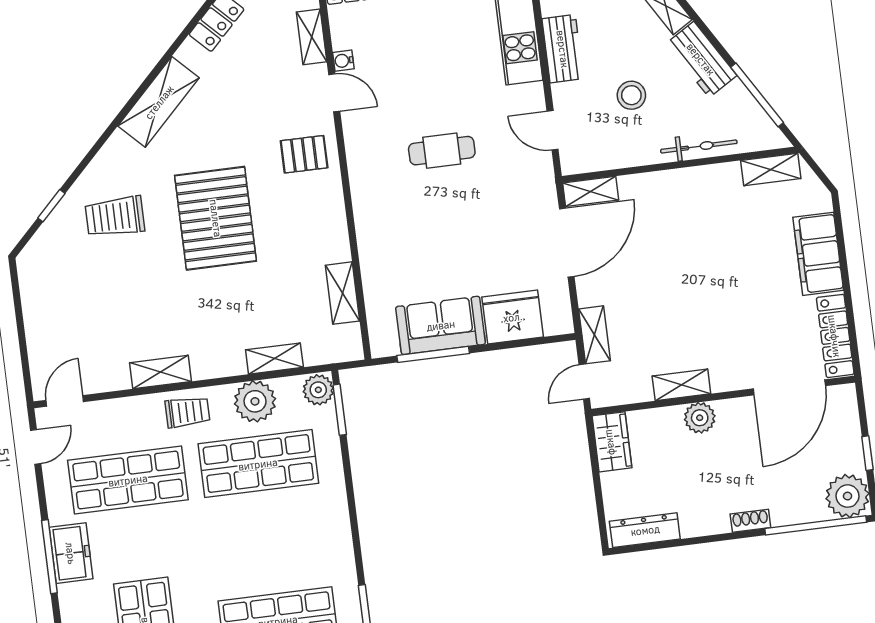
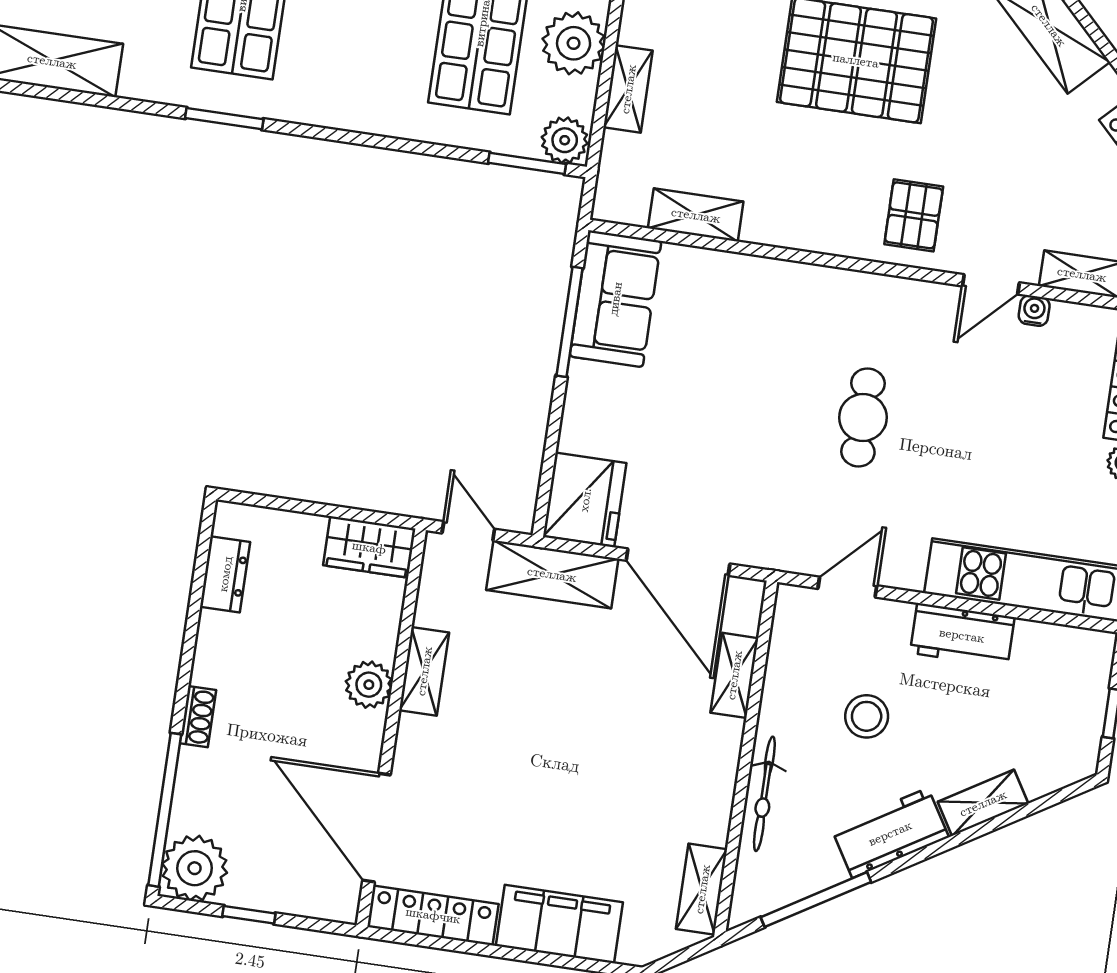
shelving: (591, 191) -> (734, 675), moved
fridge: (513, 317) -> (585, 500), moved
sofa: (441, 325) -> (615, 299), moved
shelving: (594, 335) -> (552, 574), width x1.50, depth x1.33
dresser: (645, 530) -> (225, 574), width x0.70

